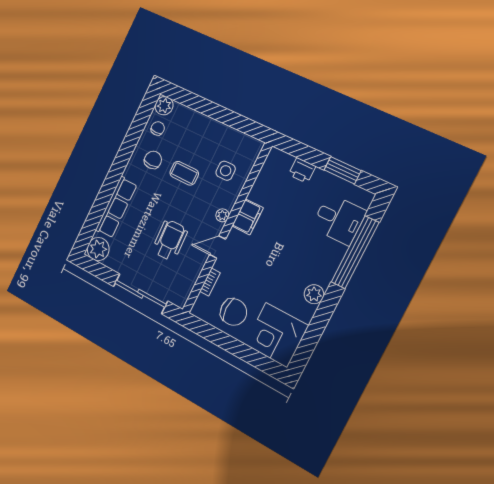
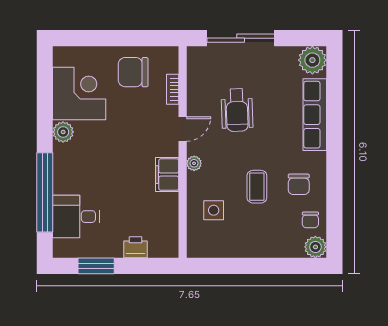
coffee table: (184, 173) -> (257, 187), turned 90
corner desk: (276, 335) -> (79, 93), moved

